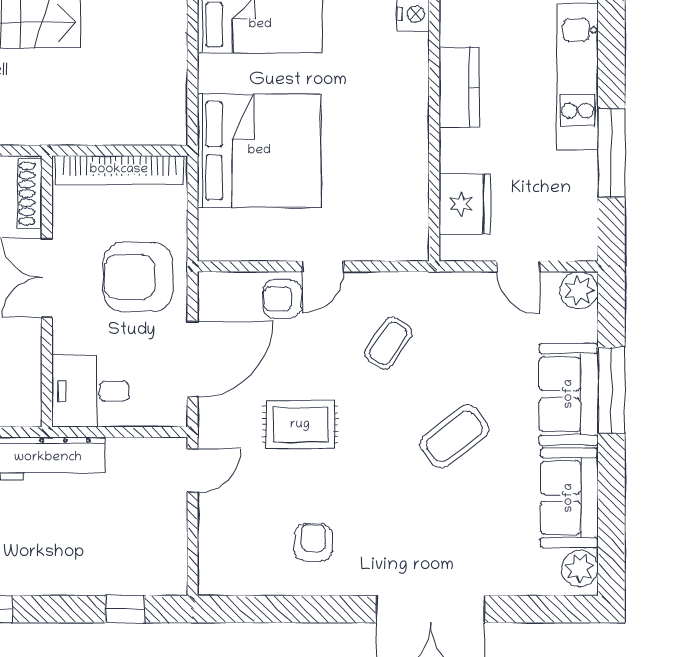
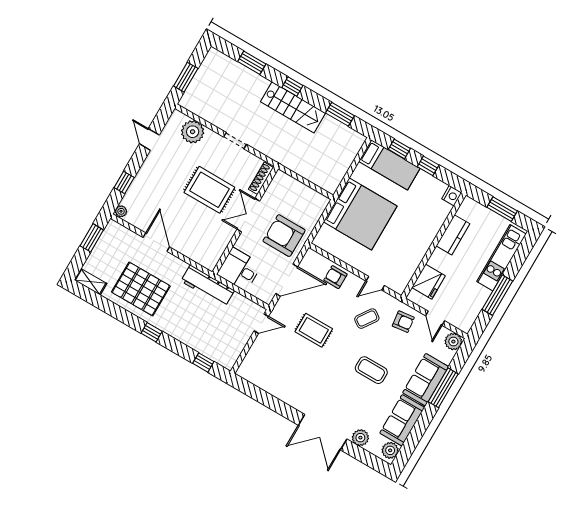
bookcase: (119, 170) -> (301, 190), removed
door: (323, 266) -> (375, 283), moved
coffee table: (454, 436) -> (371, 370), turned 38
armchair: (313, 543) -> (403, 322), moved, turned 83
plant: (509, 577) -> (360, 438), added

